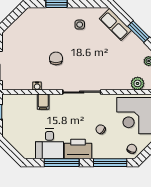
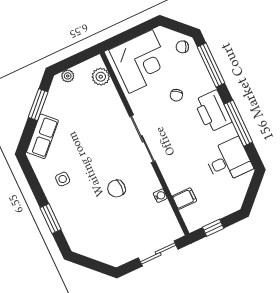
filing cabinet: (43, 102) -> (184, 199), moved
desk: (49, 144) -> (228, 161), moved

